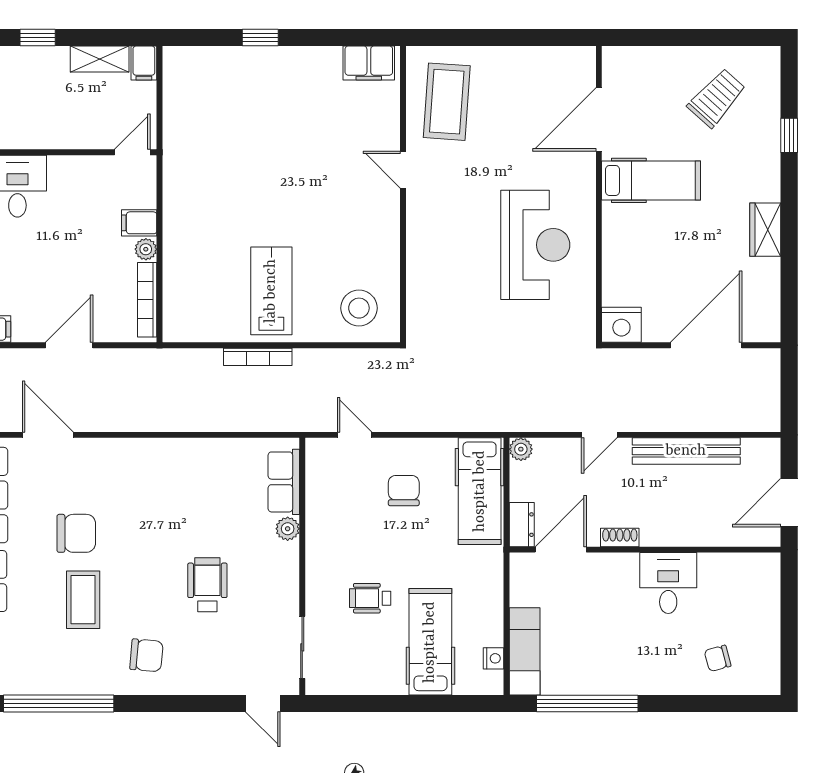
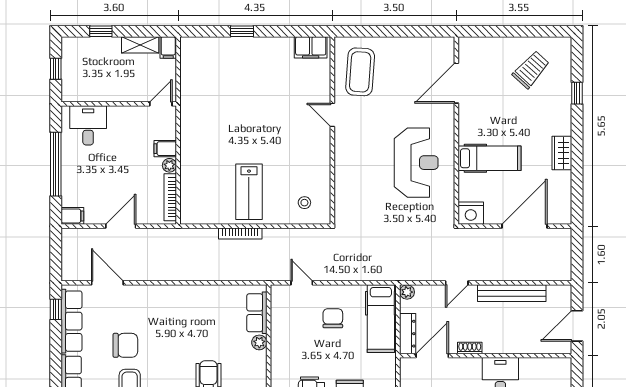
hospital bed: (651, 180) -> (489, 158), moved
lab bench: (271, 291) -> (249, 192), turned 180
stool: (359, 308) -> (304, 203), width x0.53, depth x0.53
dresser: (522, 525) -> (408, 334), width x1.44

